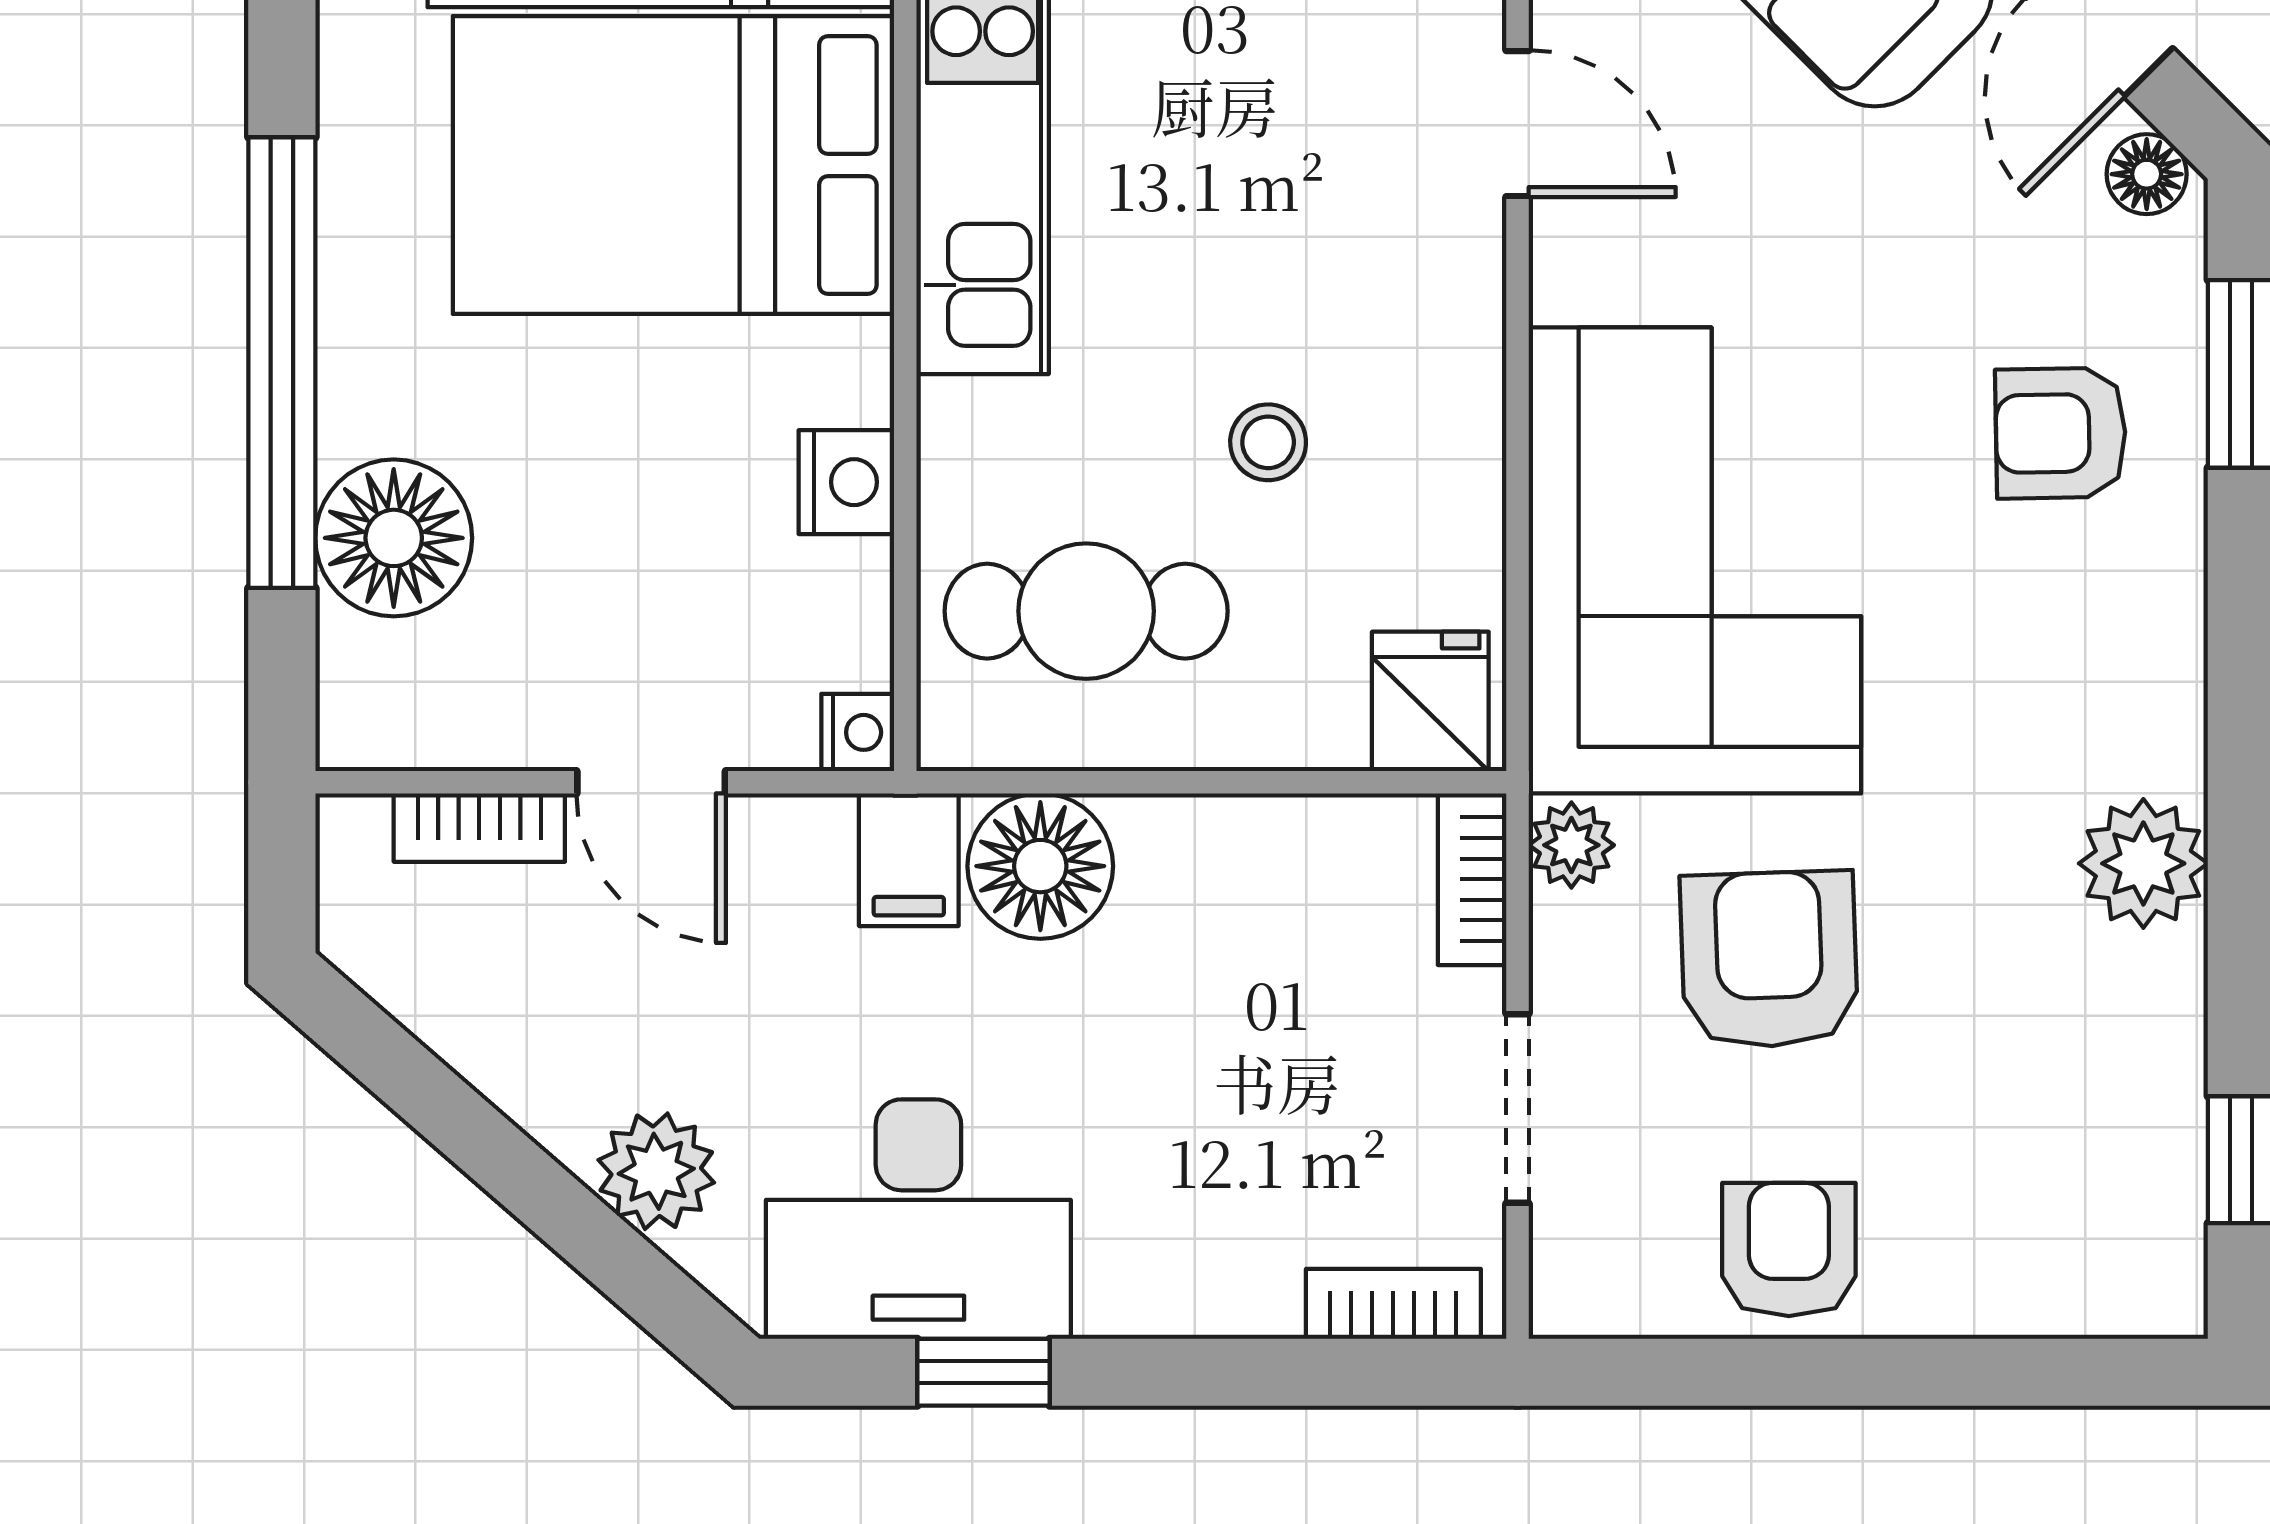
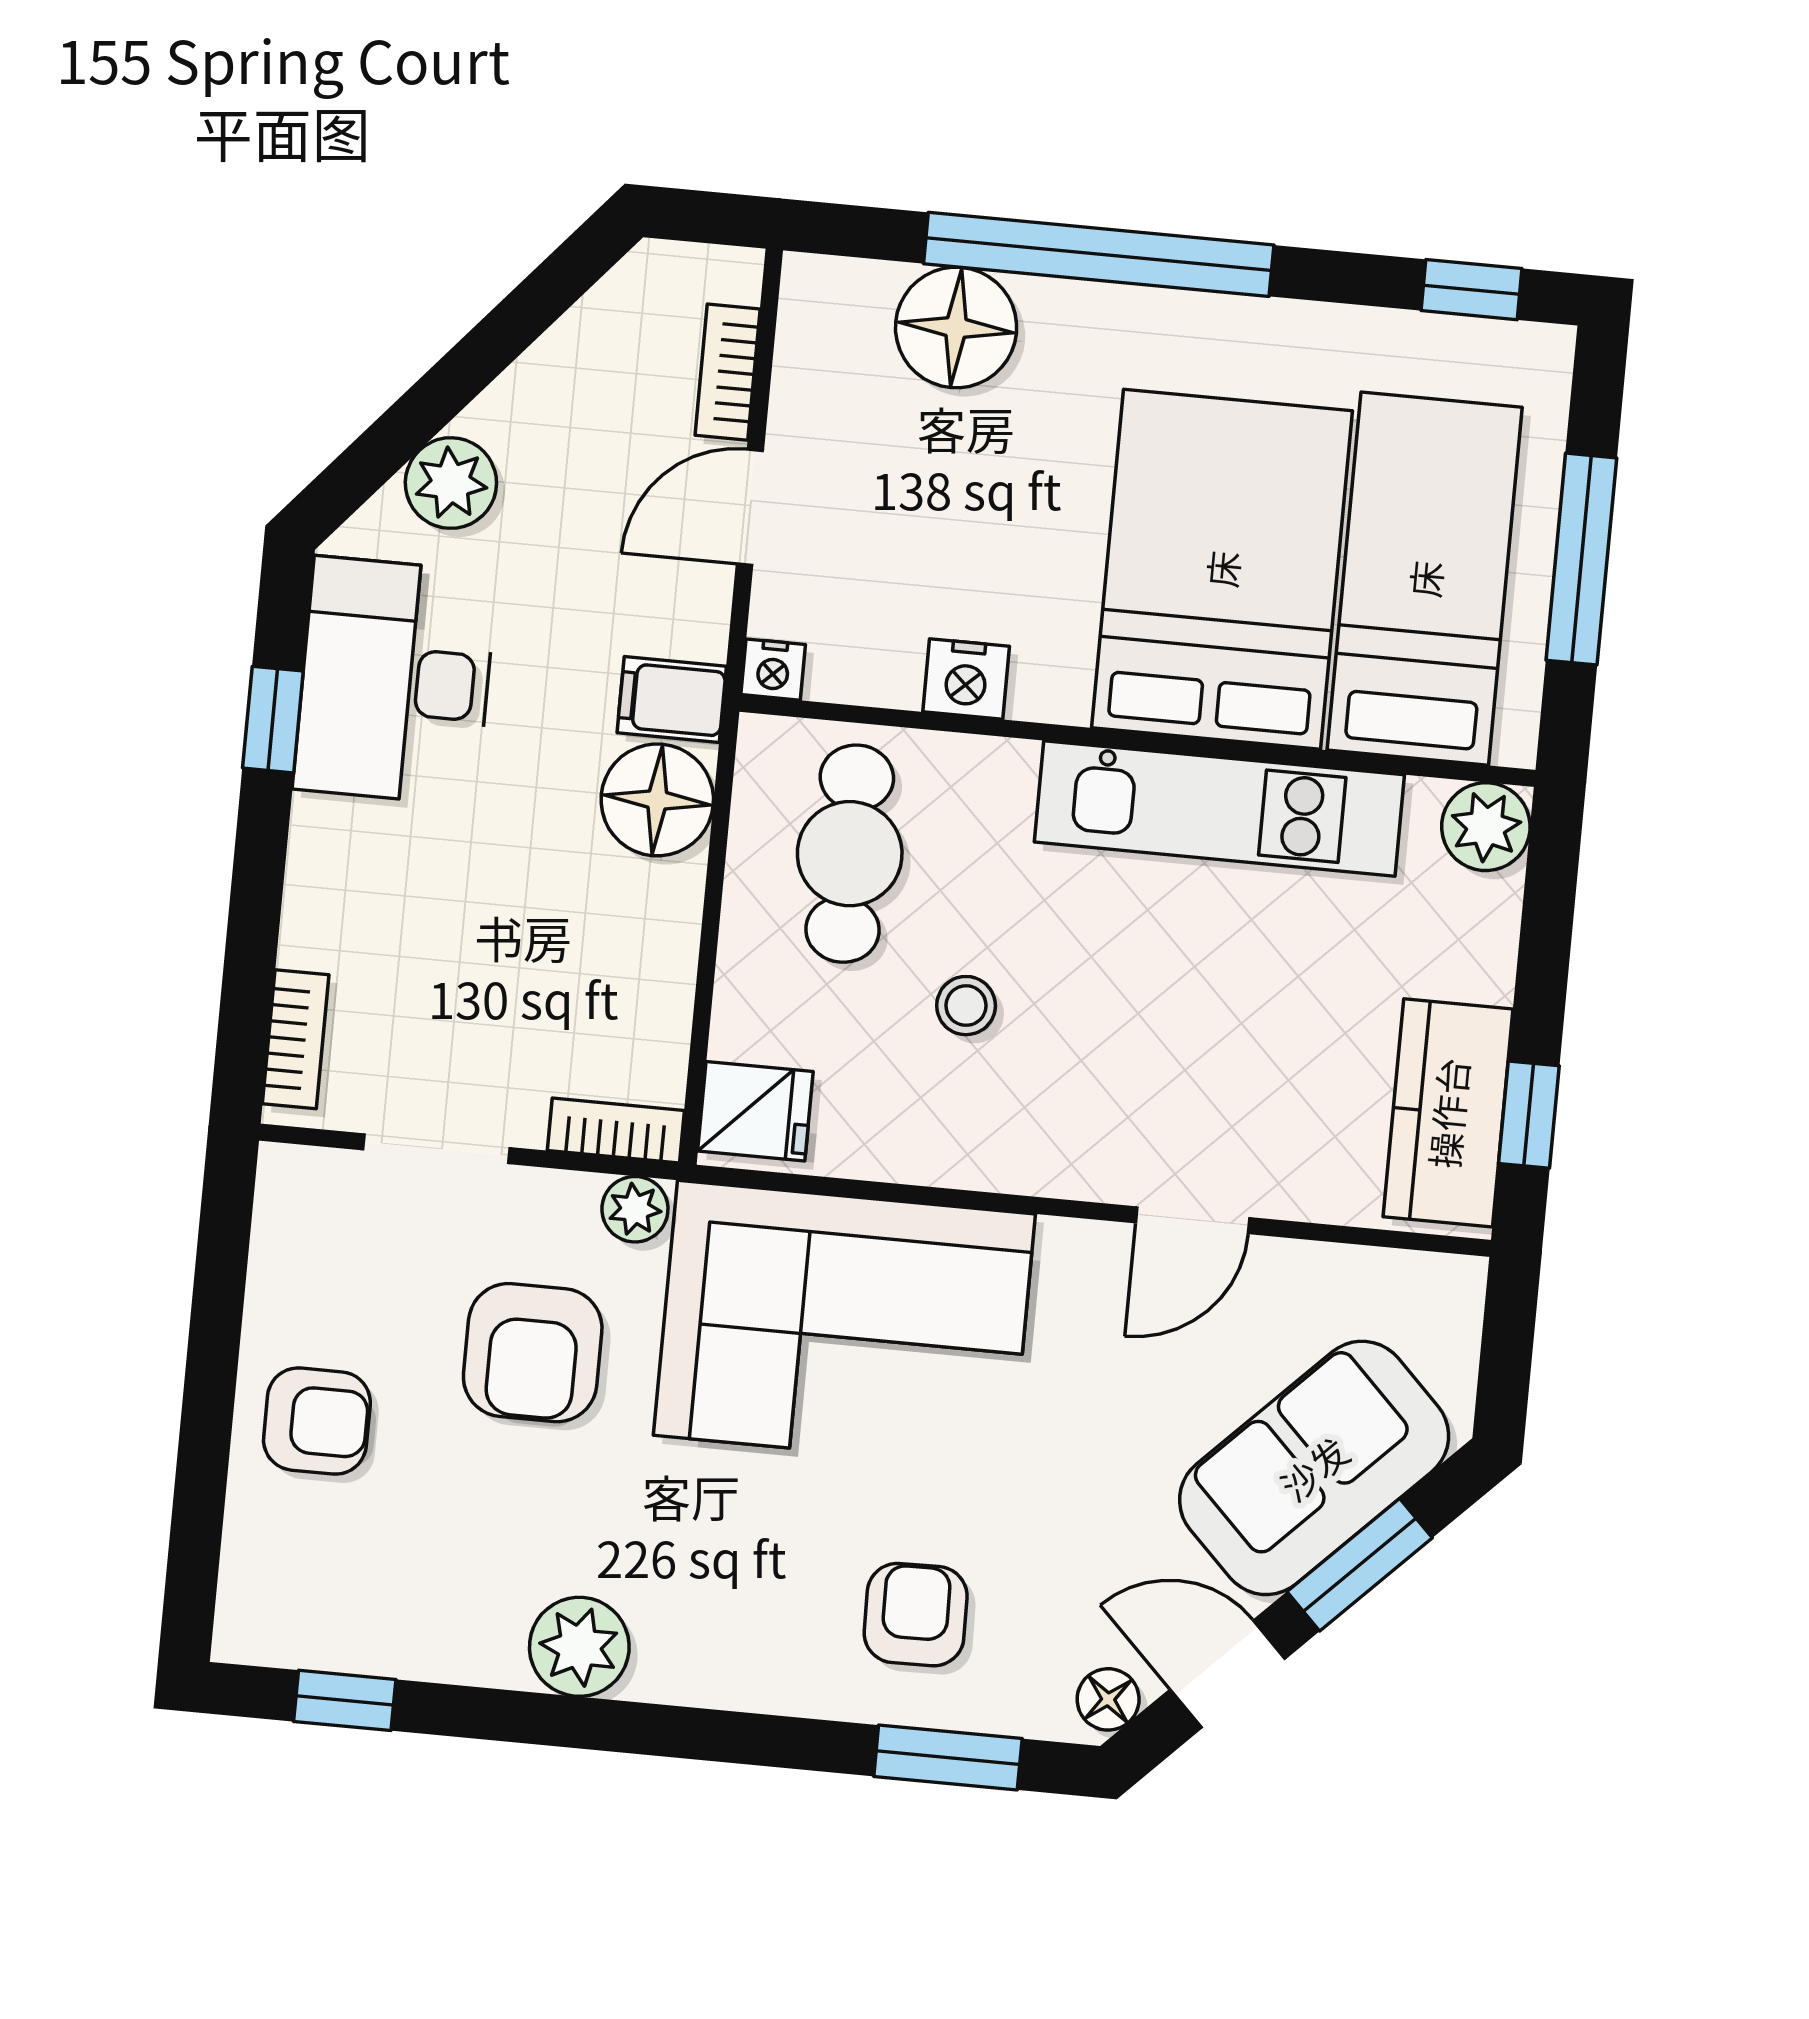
armchair: (1769, 960) -> (533, 1353), turned 92
armchair: (1789, 1249) -> (317, 1421), moved

